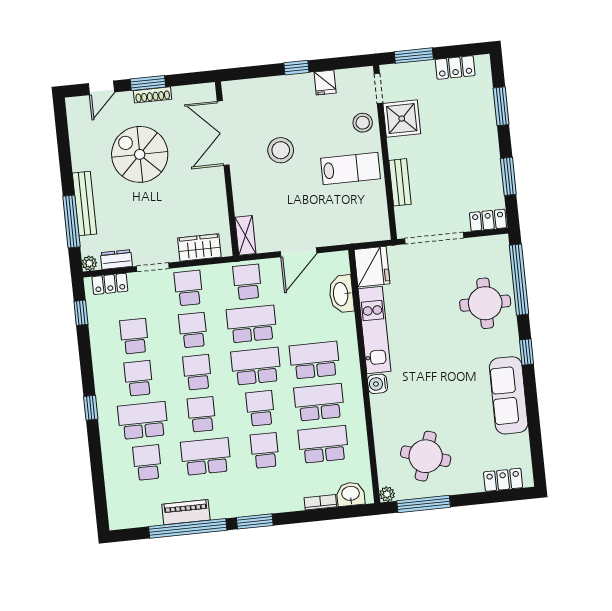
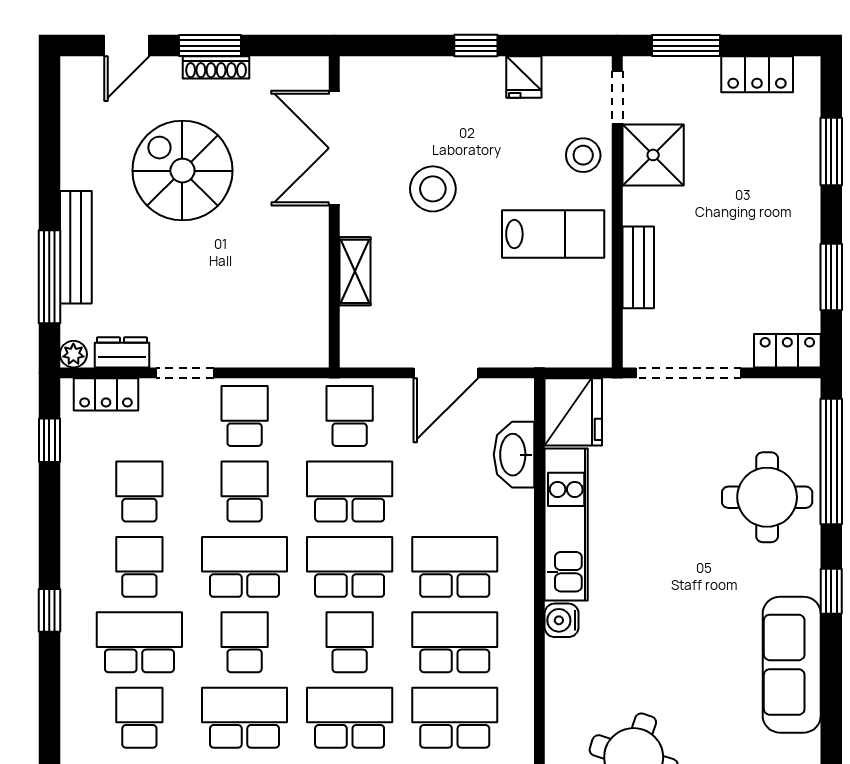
shelving: (245, 235) -> (355, 271), moved
wardrobe: (199, 247) -> (271, 346), removed
school desk: (197, 372) -> (245, 567), width x1.85
school desk: (265, 450) -> (350, 718), width x1.85

